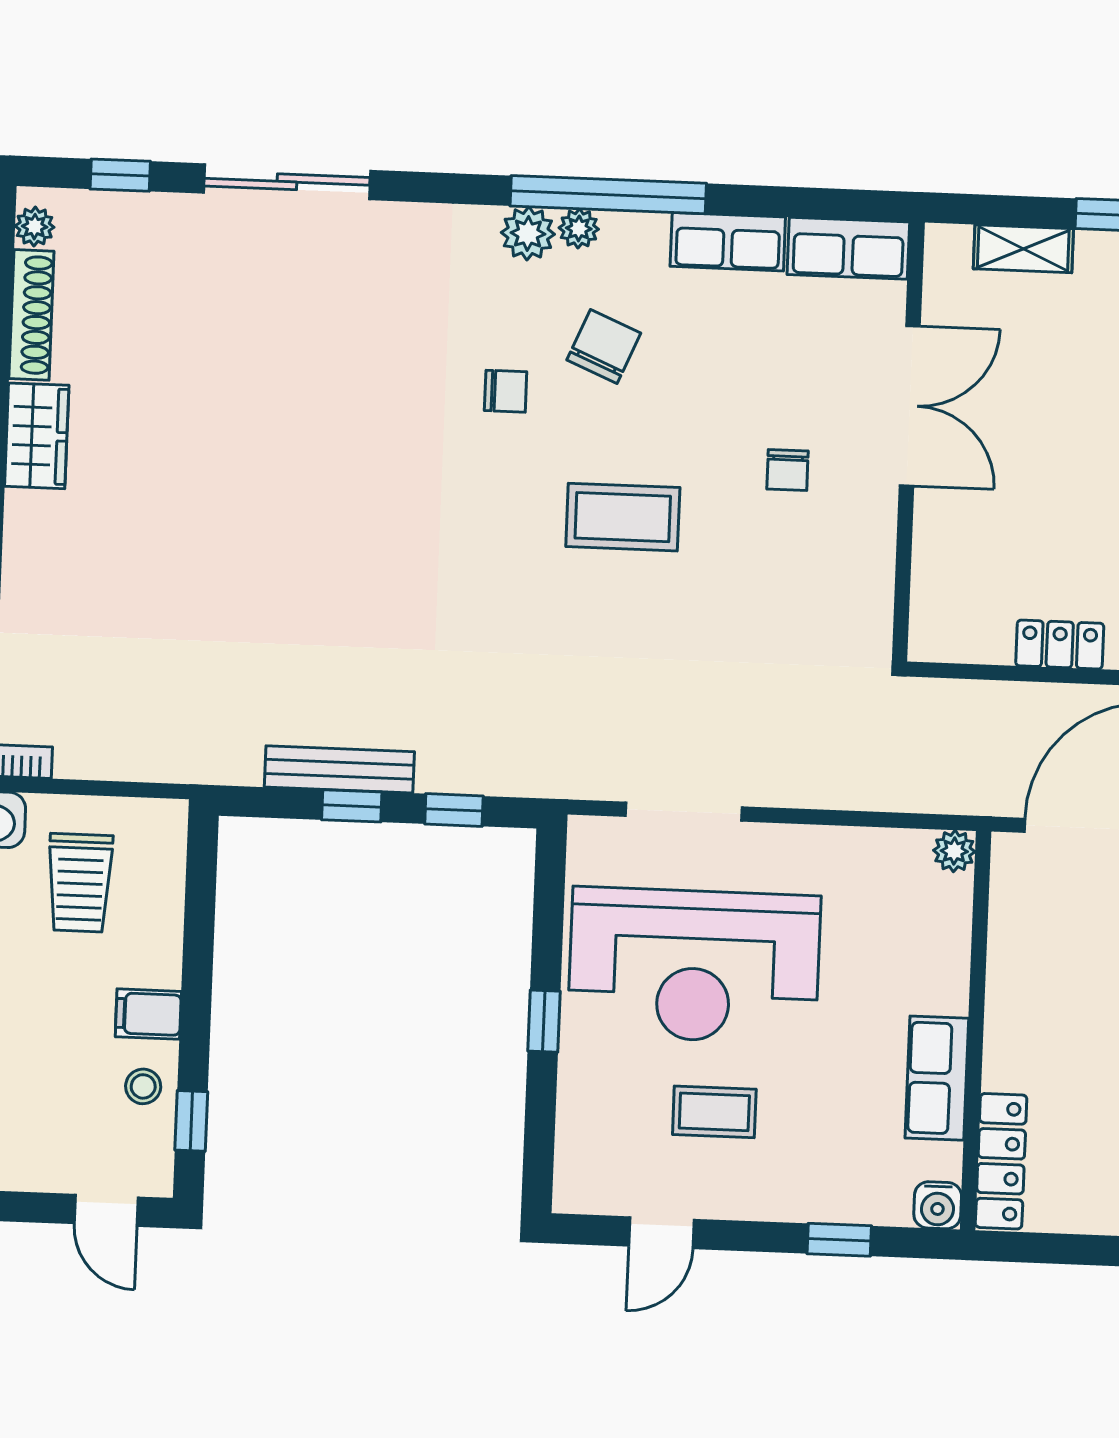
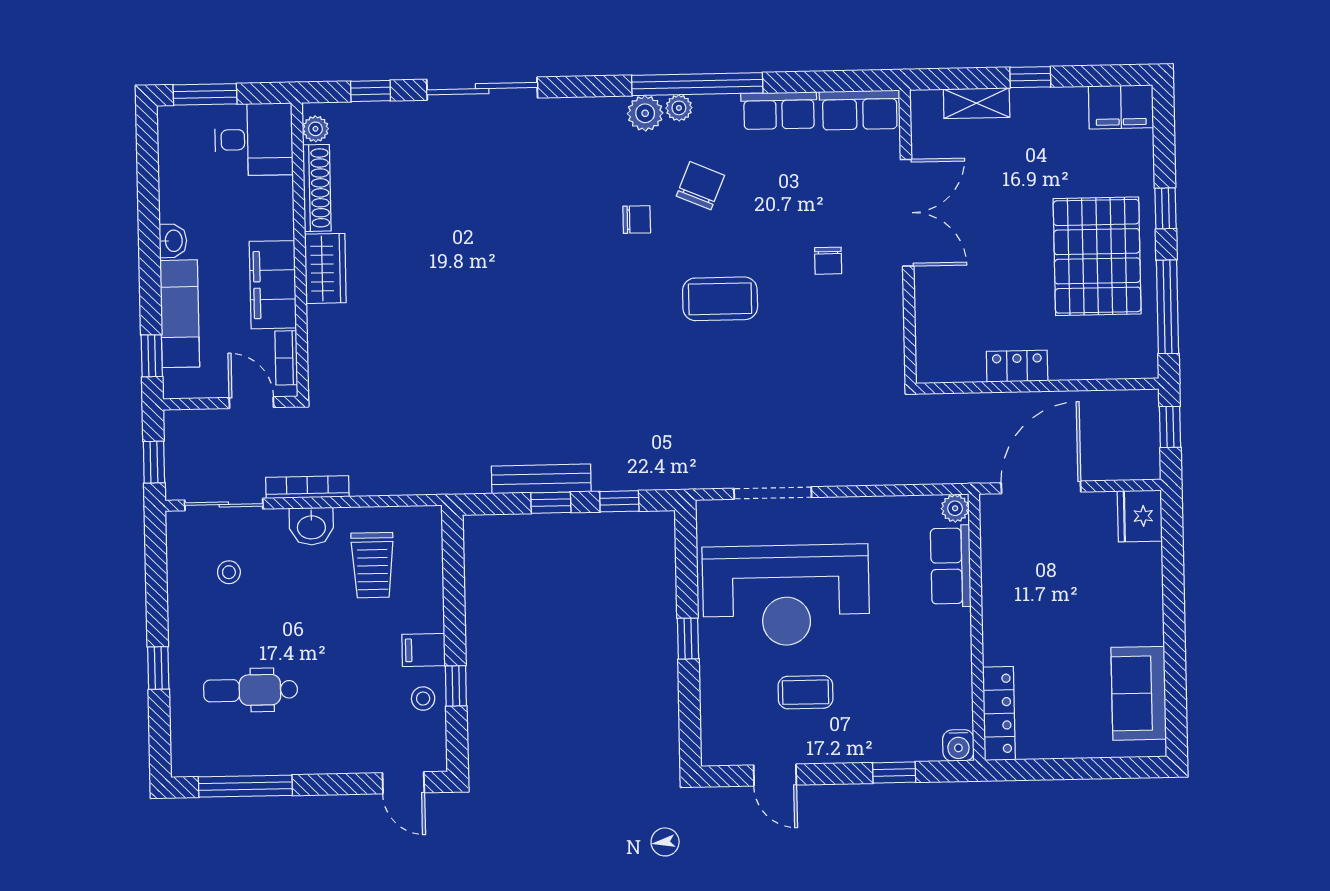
row of seats: (937, 1078) -> (951, 566), moved
window: (191, 1121) -> (456, 686), moved
door: (661, 1233) -> (775, 775), hinge flipped

